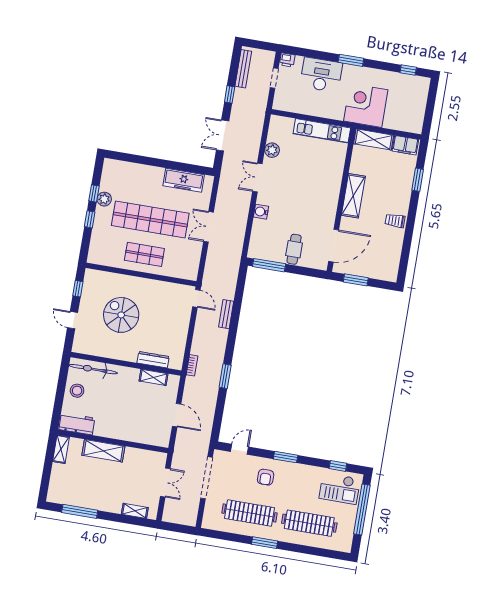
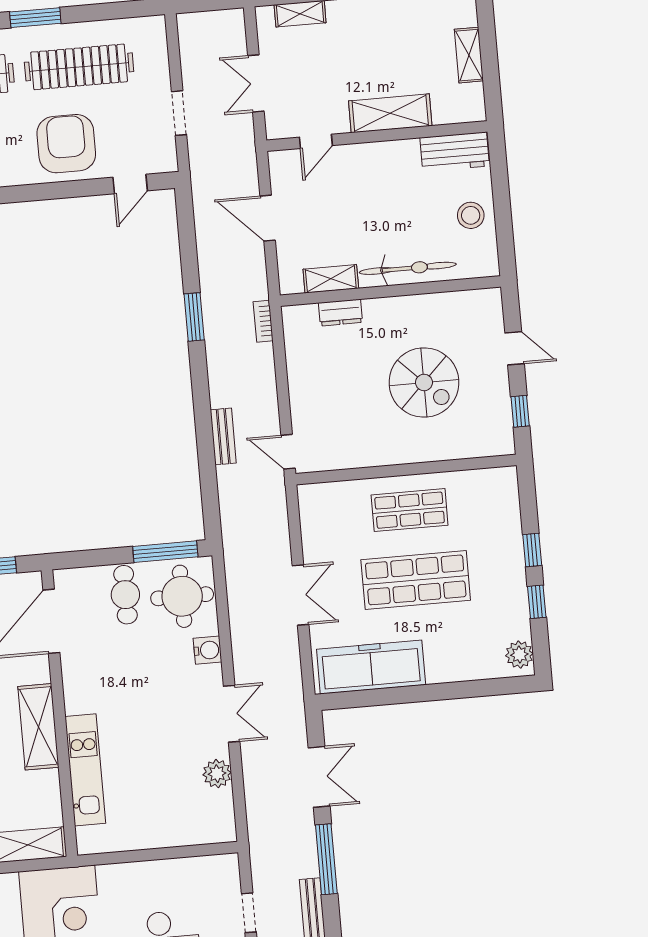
window: (230, 94) -> (326, 859), width x2.17
kitchen unit: (322, 131) -> (85, 770), moved, turned 90
freezer: (184, 180) -> (371, 667), width x1.36, depth x1.26
plant: (104, 199) -> (519, 655), moved
shop shelf: (150, 219) -> (416, 580), width x0.71
round table: (267, 241) -> (182, 596), added
dresser: (153, 360) -> (341, 313), width x0.70
bicycle: (93, 369) -> (408, 268), moved
door: (143, 447) -> (316, 141), added
shelving: (61, 449) -> (469, 55), moved
window: (286, 457) -> (38, 192), removed
armchair: (266, 477) -> (66, 144), width x1.88, depth x1.88
doorway: (207, 478) -> (179, 113), width x0.53

